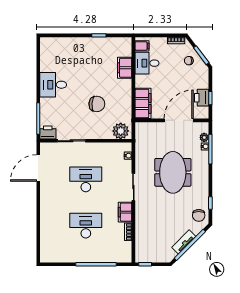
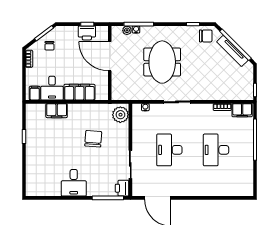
filing cabinet: (143, 103) -> (79, 92), moved
meeting table: (173, 172) -> (162, 62), turned 90
filing cabinet: (125, 212) -> (242, 110), moved
tv unit: (184, 242) -> (232, 51), width x1.41

